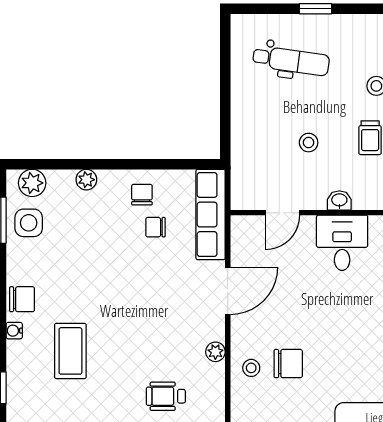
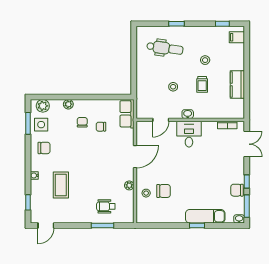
chair: (142, 195) -> (82, 122), moved
row of seats: (211, 215) -> (127, 114), width x0.68
chair: (22, 299) -> (44, 148), moved

